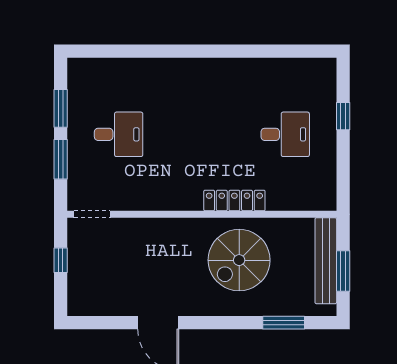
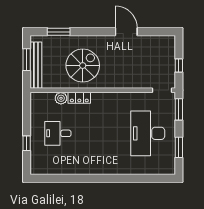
desk: (119, 134) -> (148, 133), width x1.87, depth x1.30
window: (61, 159) -> (179, 109), moved
plant: (279, 199) -> (61, 98), added
locker: (234, 201) -> (79, 98), width x0.66

